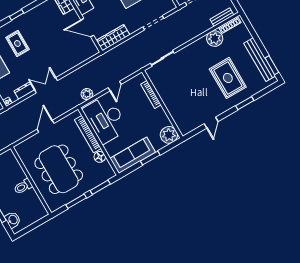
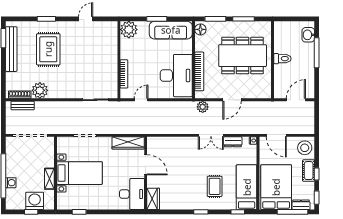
door: (115, 86) -> (141, 100), moved
plant: (87, 94) -> (203, 107), moved
floor lamp: (100, 157) -> (200, 29), moved
dining table: (59, 169) -> (243, 56), turned 90

